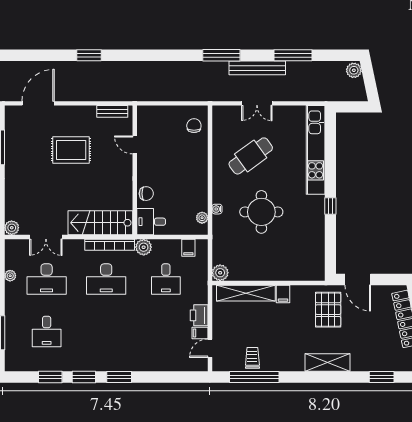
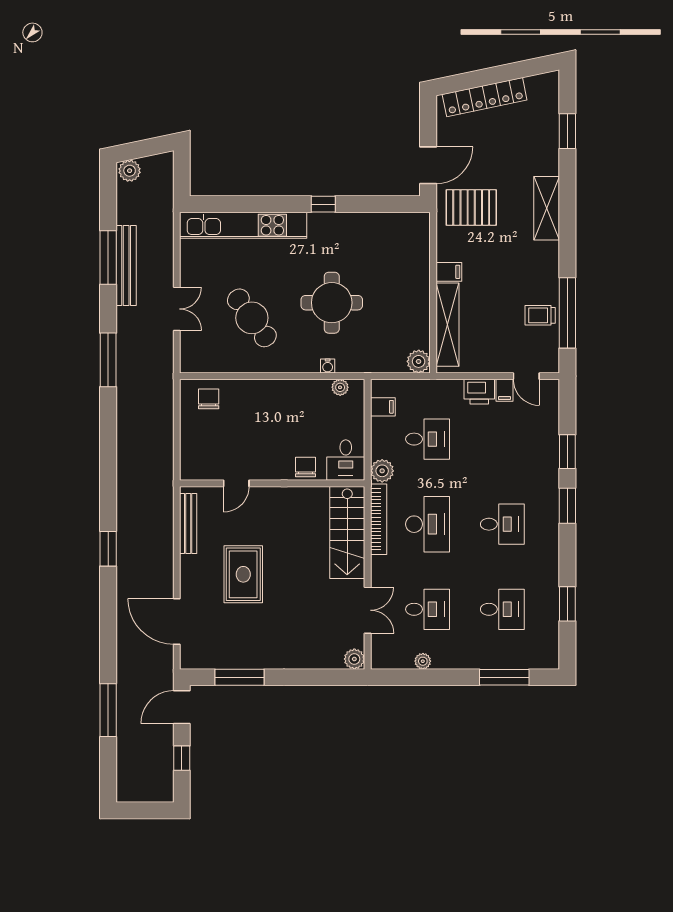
bench: (257, 68) -> (126, 265), moved
bench: (112, 111) -> (188, 524), width x1.36
chair: (194, 126) -> (209, 399), turned 90
desk: (47, 279) -> (428, 609), width x0.73
desk: (106, 331) -> (502, 524), added
window: (84, 377) -> (567, 452), moved

